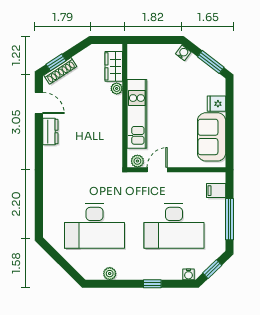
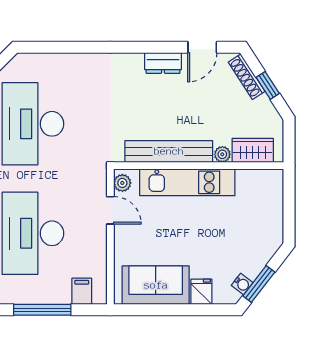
water cooler: (183, 53) -> (242, 284), moved
window: (56, 62) -> (268, 85), moved
bench: (115, 127) -> (169, 151), added

